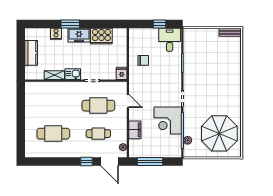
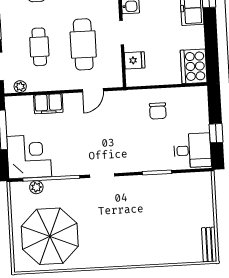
cooker: (101, 36) -> (194, 66), moved
fridge: (122, 73) -> (135, 60), moved
corner desk: (168, 121) -> (29, 156), moved, turned 90

